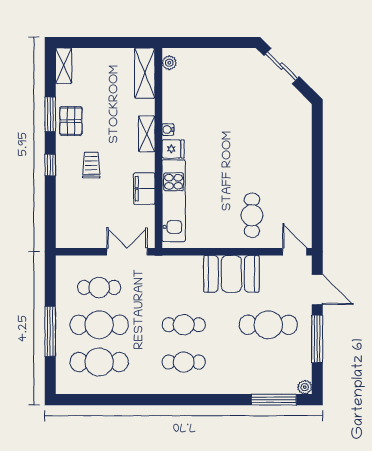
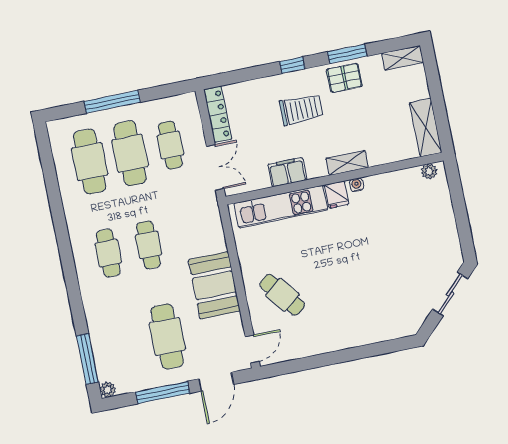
shelving: (145, 73) -> (426, 128), moved, turned 90
trolley: (91, 165) -> (301, 110), width x1.36, depth x1.39
cafe table: (252, 215) -> (282, 295), turned 52
locker: (80, 240) -> (218, 114), added

